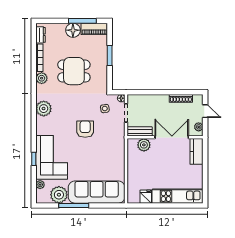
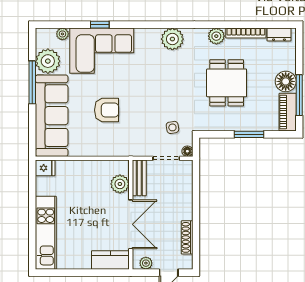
armchair: (85, 129) -> (107, 110), moved
fridge: (146, 197) -> (45, 168), moved

